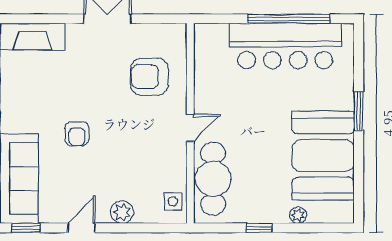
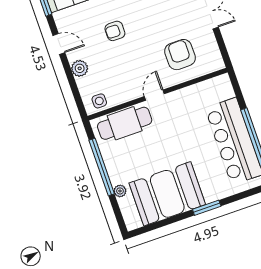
door: (190, 128) -> (154, 95), swing flipped
armchair: (77, 134) -> (115, 31), moved
window: (259, 228) -> (102, 167), width x3.17

